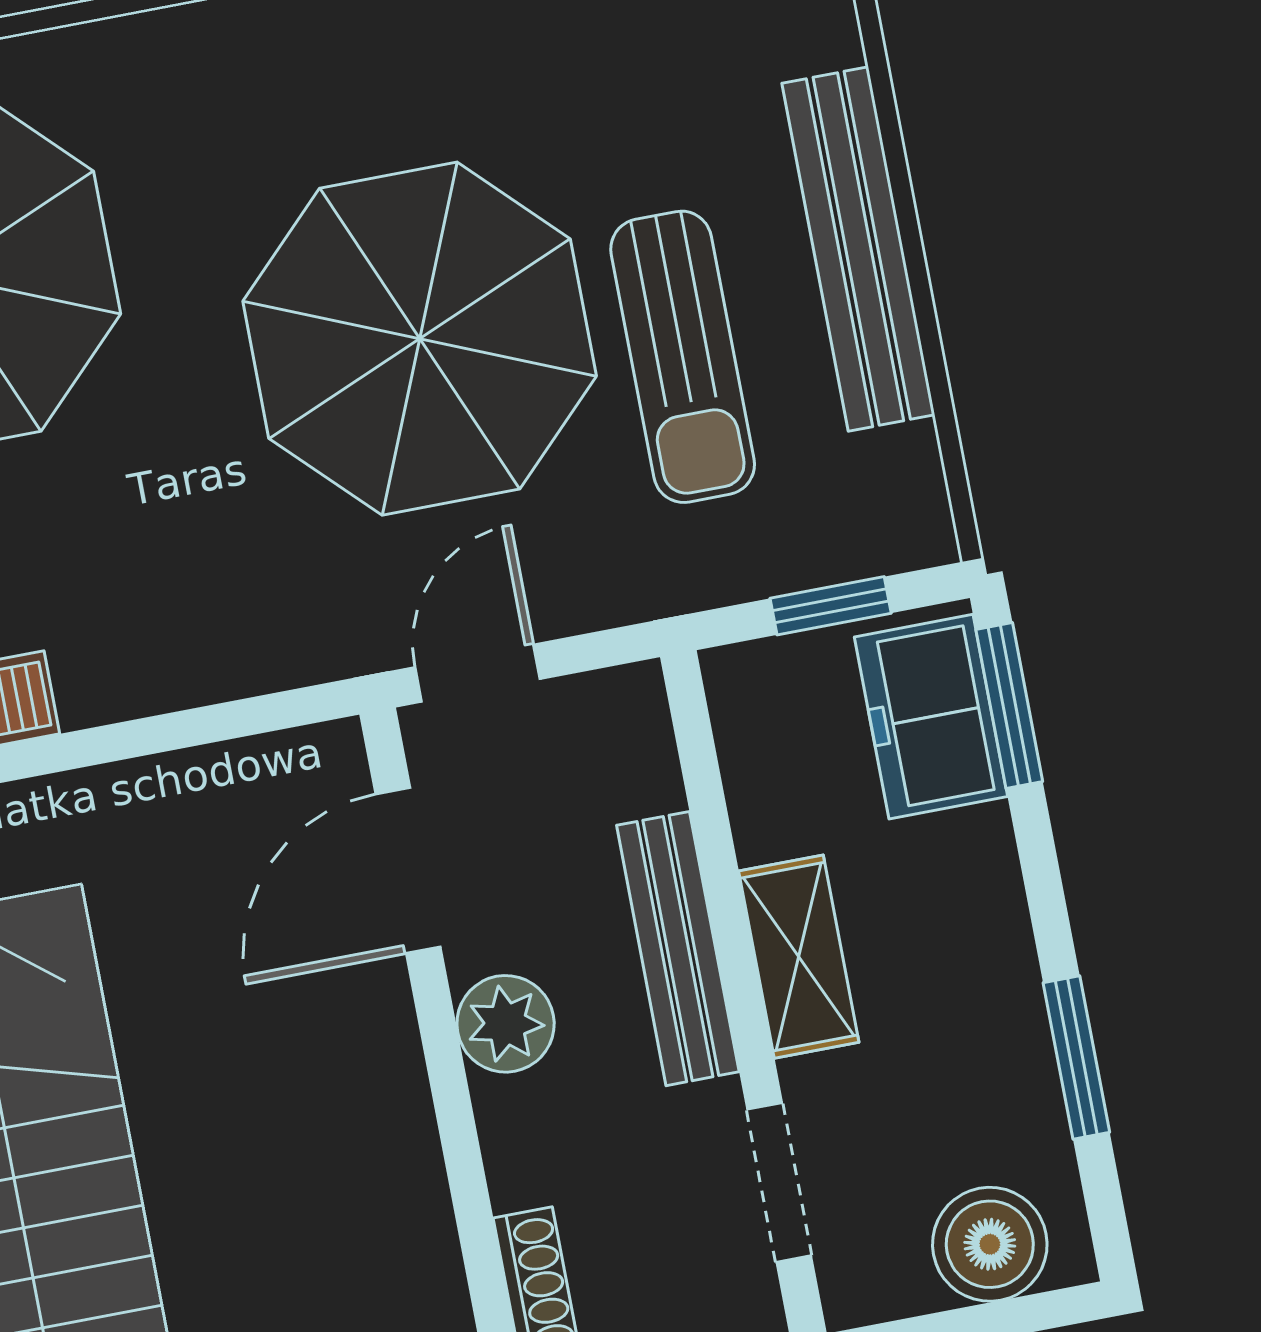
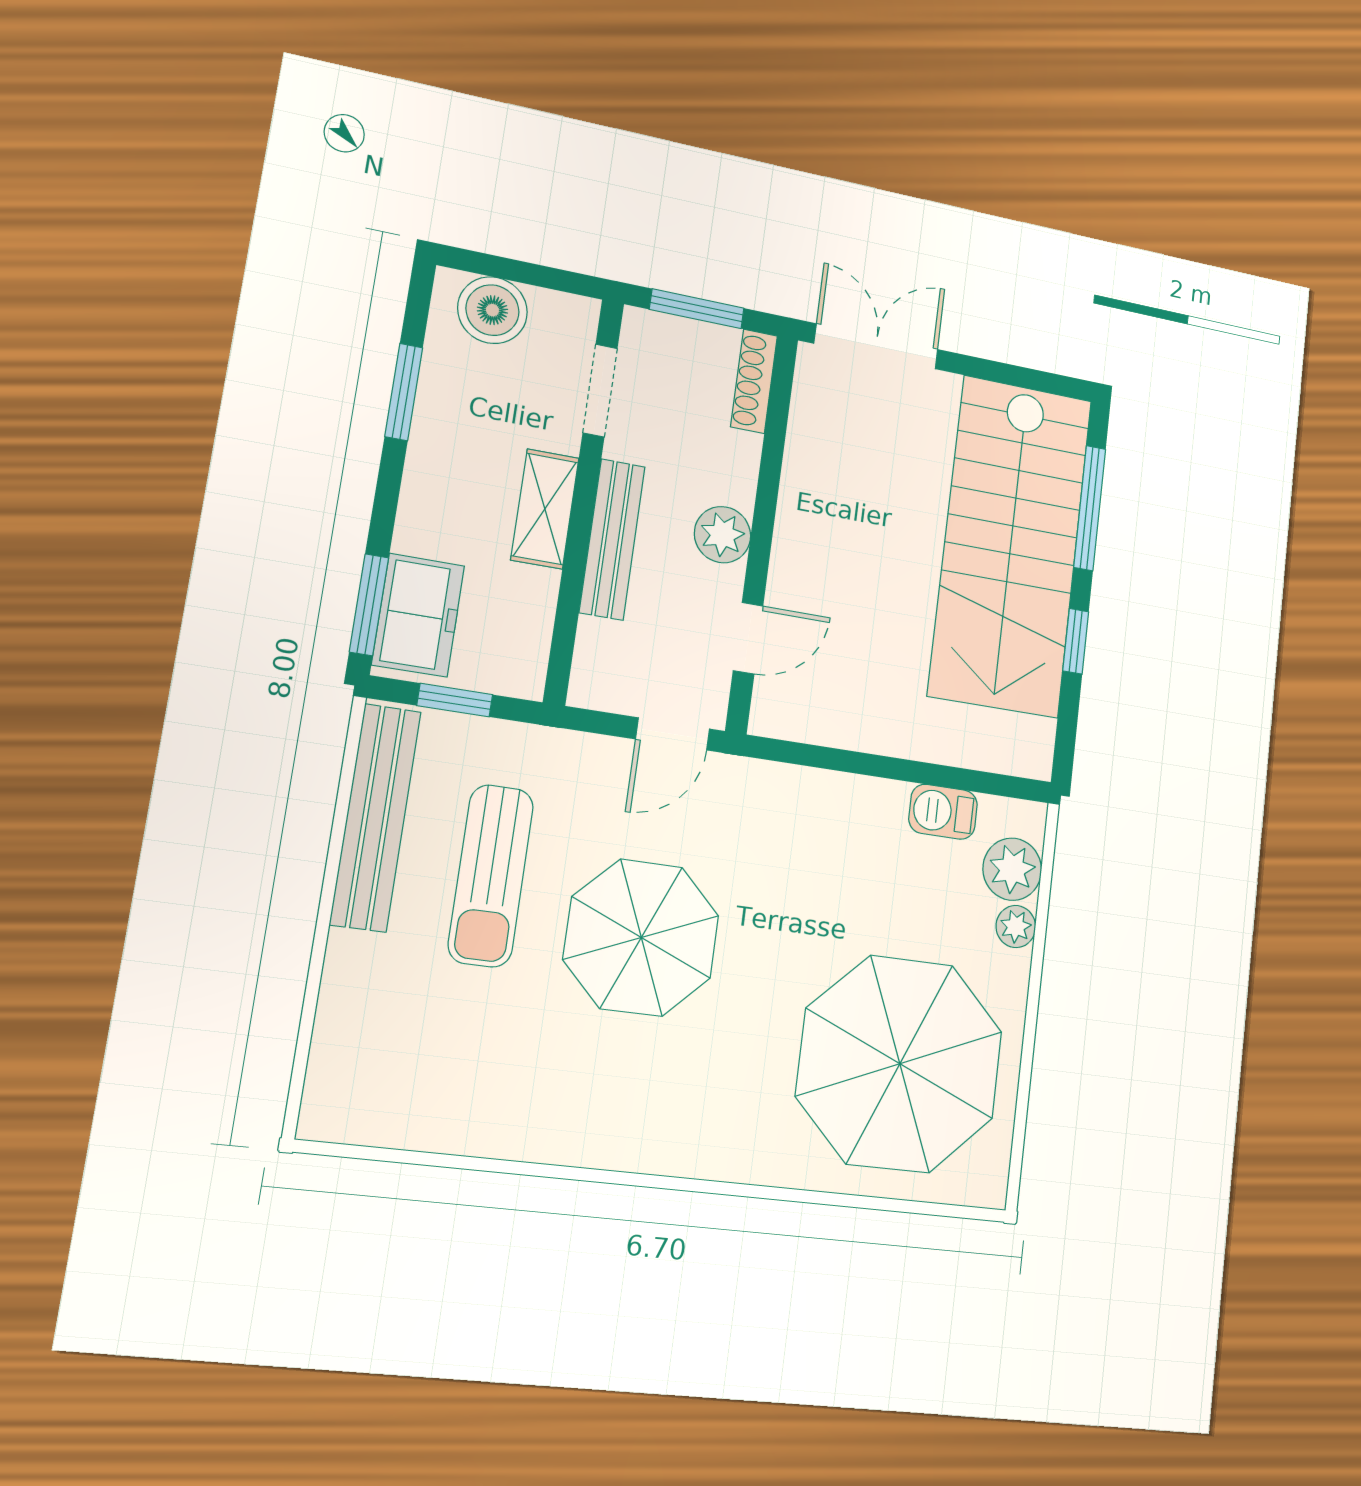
bench: (858, 249) -> (375, 817), moved
parasol: (420, 339) -> (641, 938), width x0.73, depth x0.73
sun lounger: (683, 357) -> (491, 876), turned 180
door: (408, 871) -> (748, 638), width x0.73

